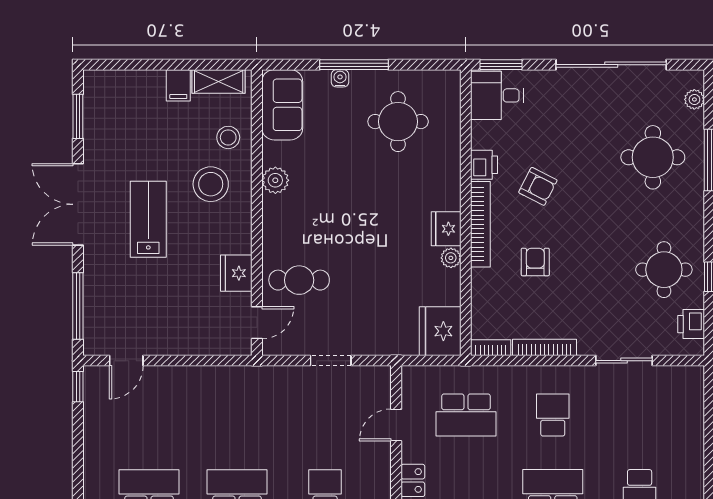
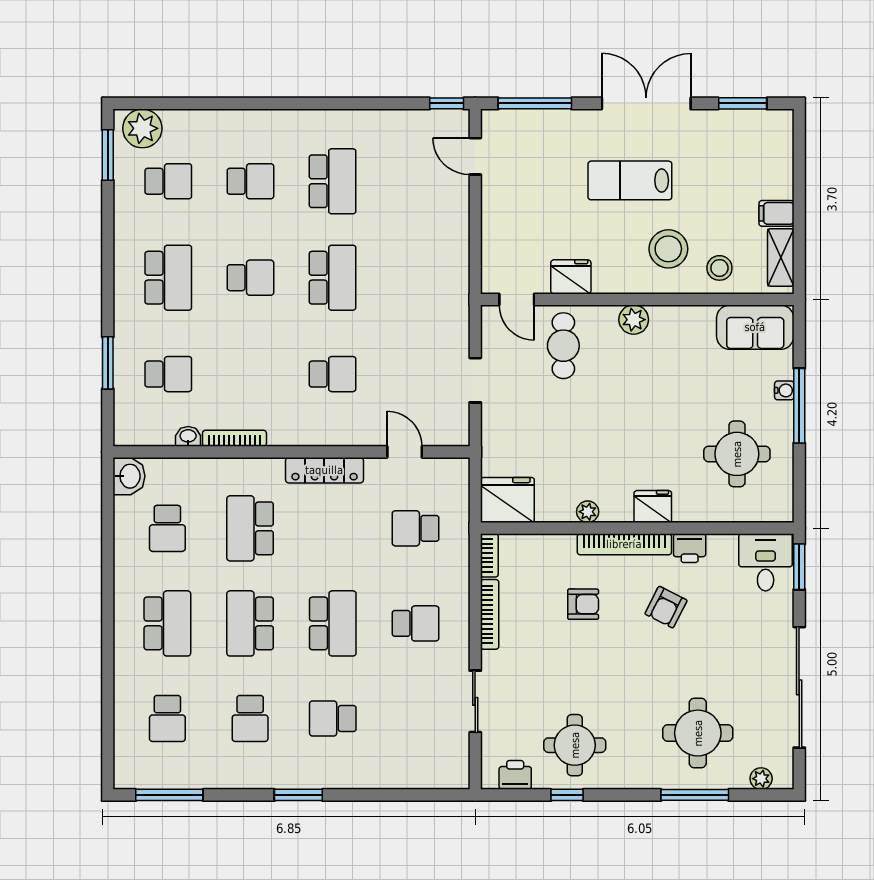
plant: (275, 180) -> (634, 320), moved
lab bench: (148, 219) -> (630, 180), turned 180
fridge: (446, 229) -> (653, 507), moved
school desk: (466, 415) -> (416, 528), width x0.54

